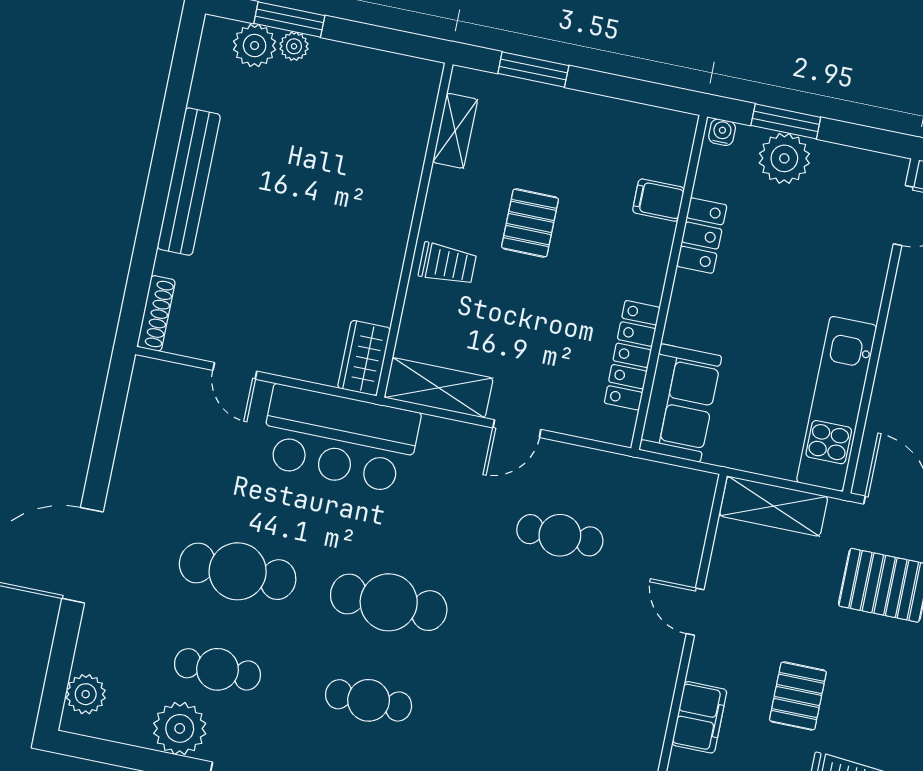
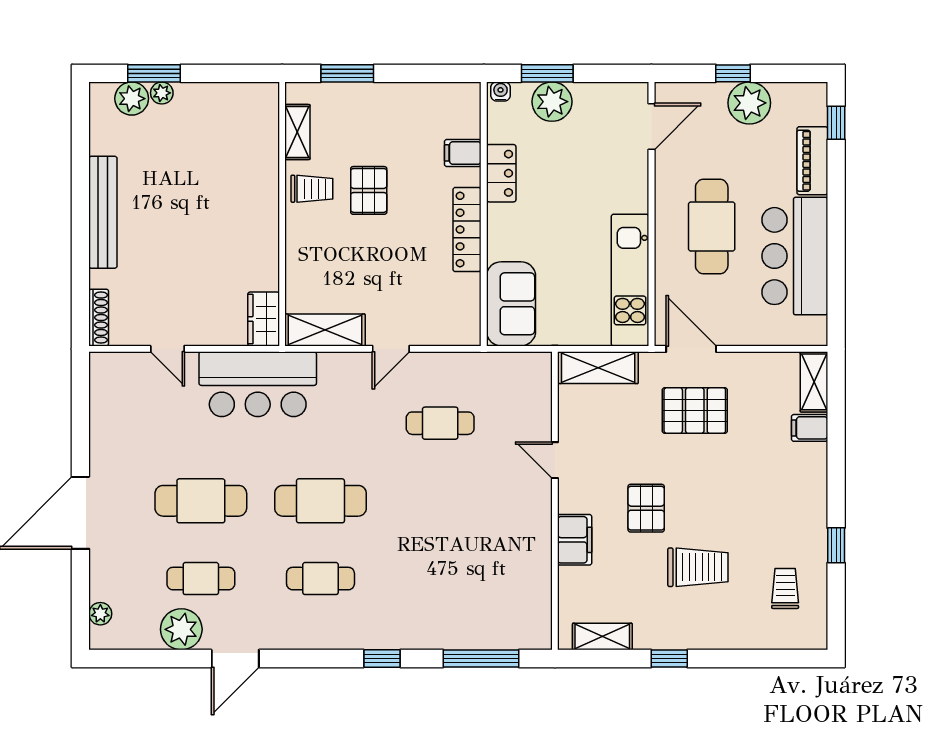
trolley: (447, 264) -> (312, 189), moved
locker: (632, 355) -> (467, 230), moved
plant: (86, 694) -> (100, 614), width x0.73, depth x0.73

